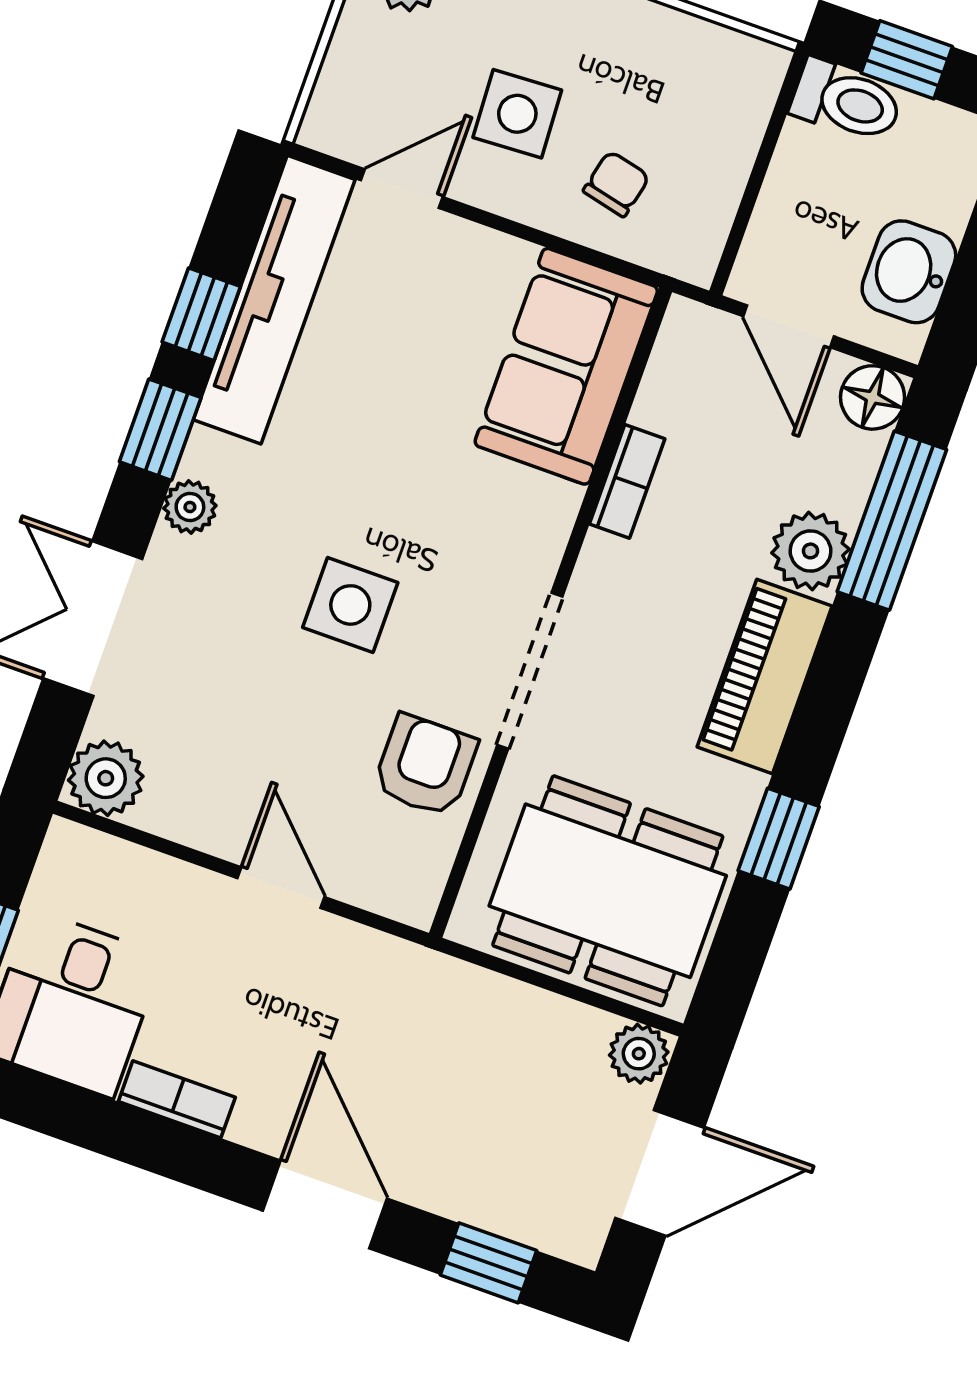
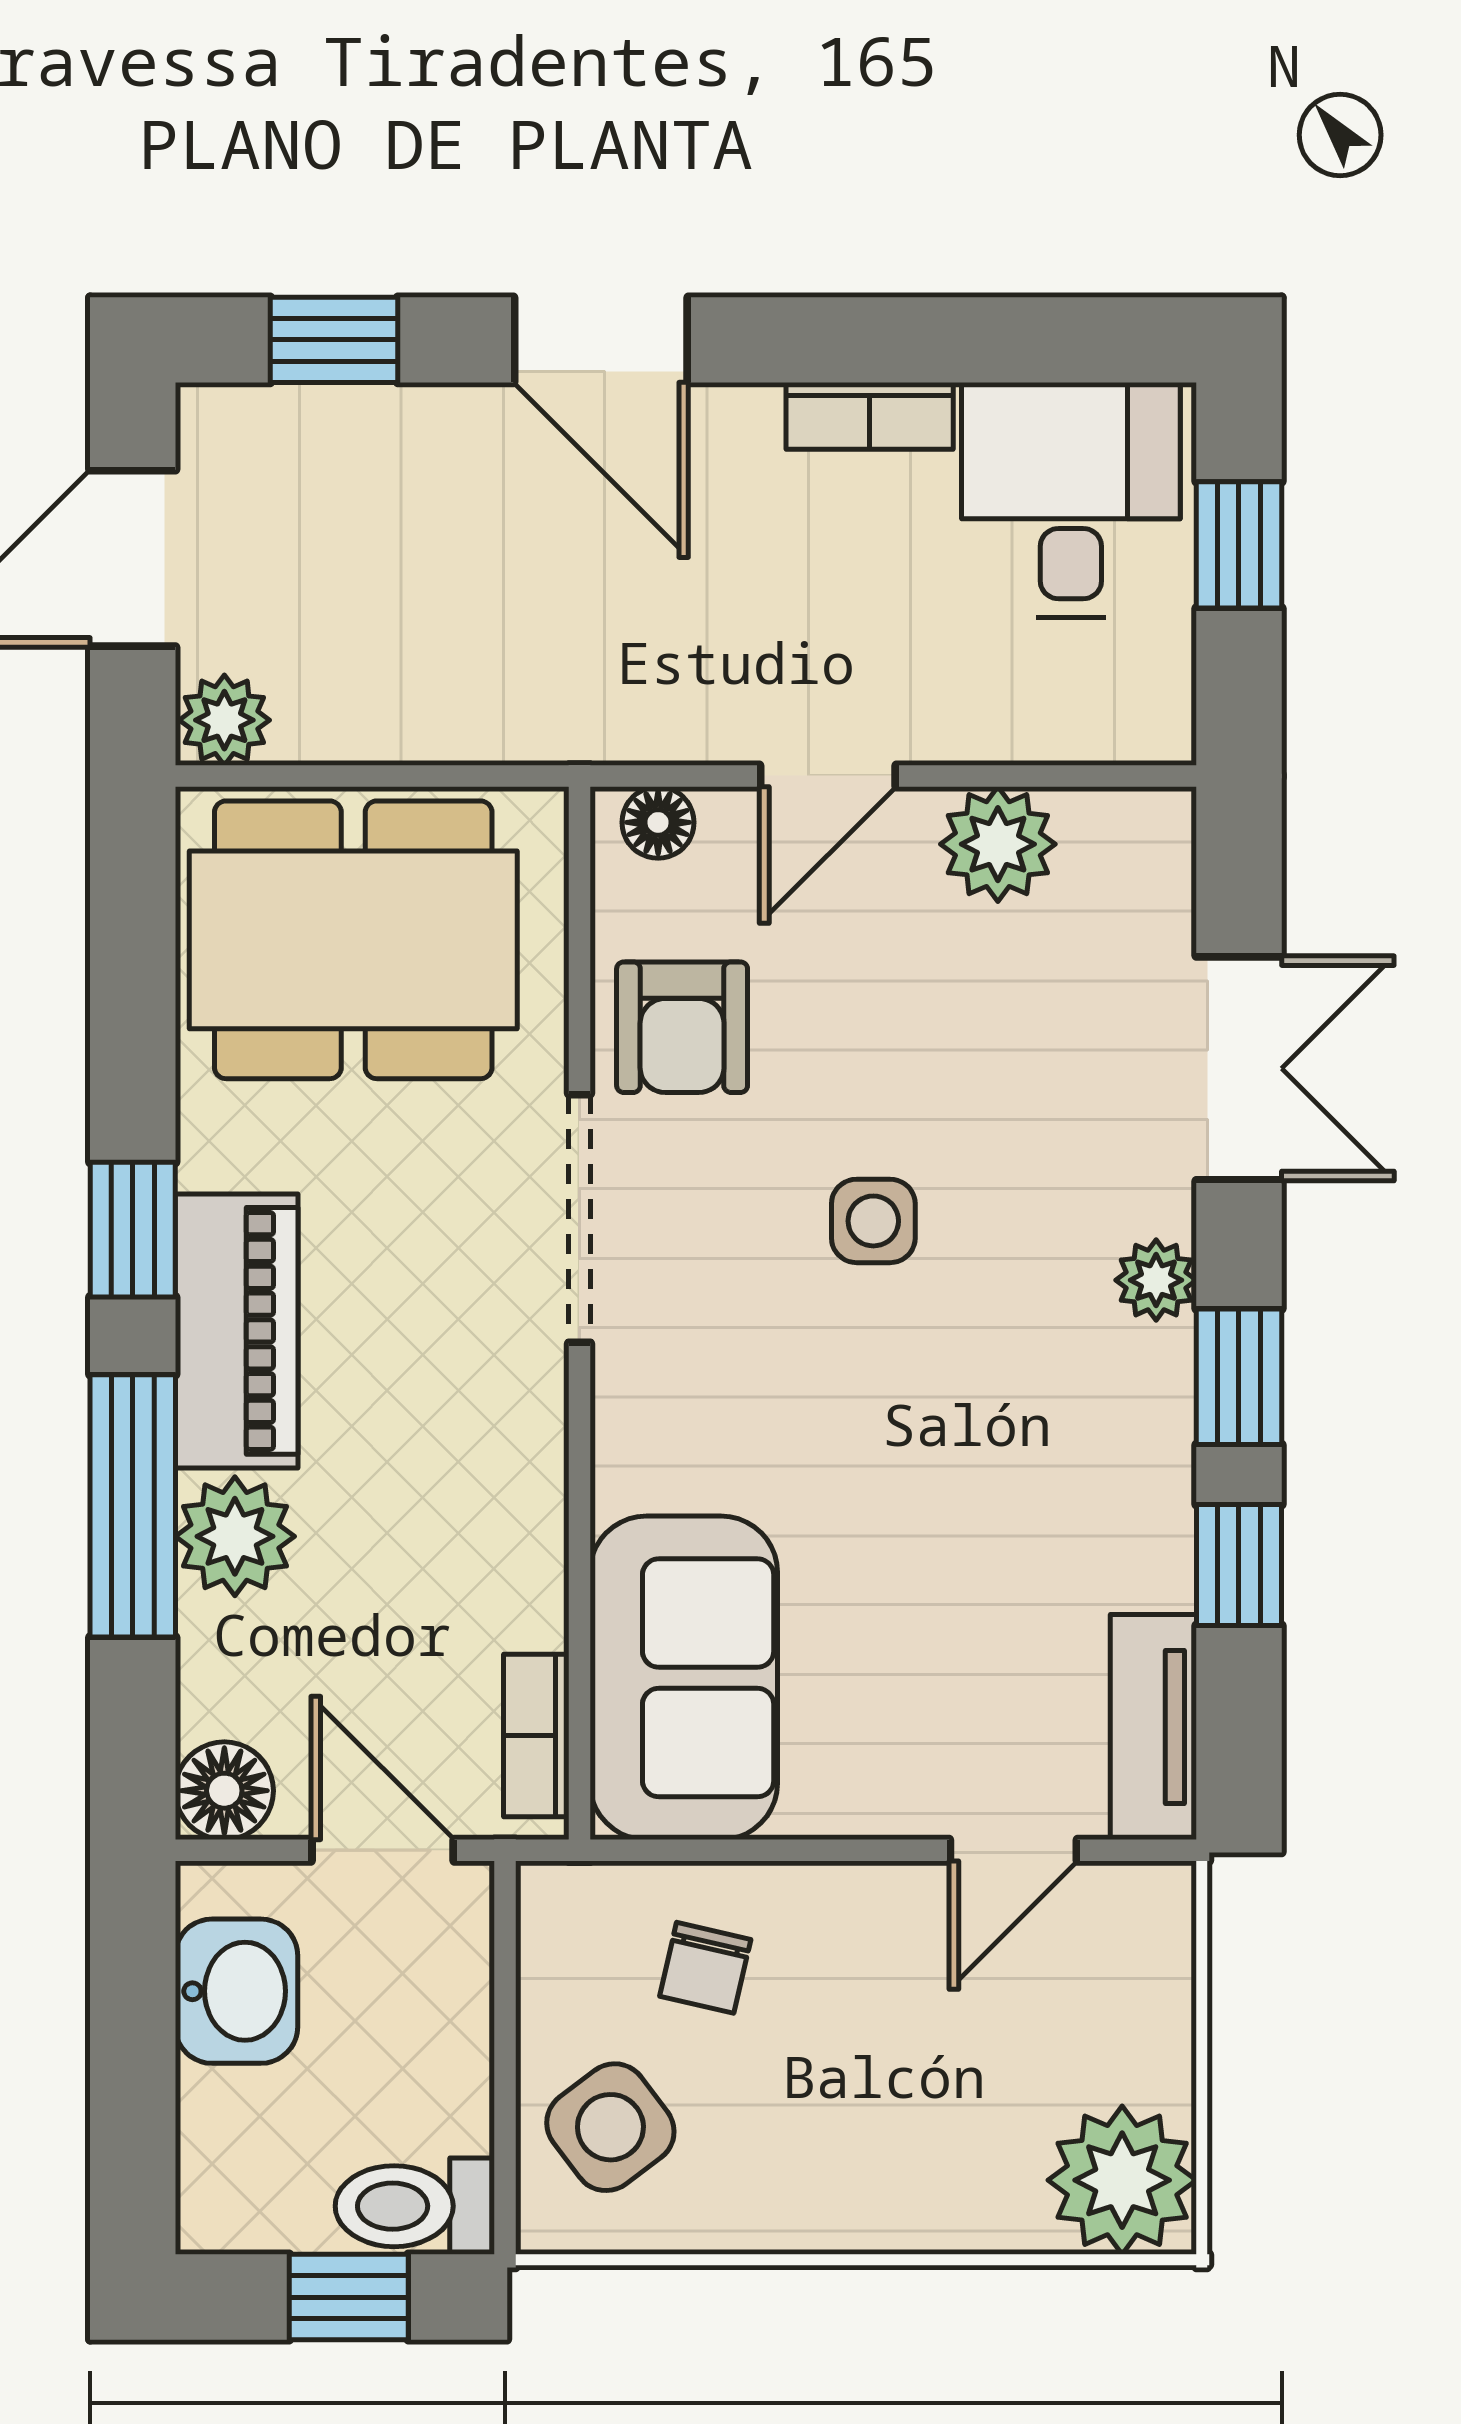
side table: (517, 114) -> (610, 2127), moved, turned -34
tv unit: (274, 300) -> (1153, 1727), width x0.52, depth x0.78
bookcase: (627, 481) -> (536, 1735), moved
window: (892, 521) -> (133, 1506), moved
side table: (350, 605) -> (873, 1221), width x0.73, depth x0.73
plant: (106, 778) -> (998, 844), moved
window: (779, 839) -> (133, 1230), moved
door: (281, 888) -> (828, 776), hinge flipped
floor lamp: (395, 896) -> (658, 822), added

